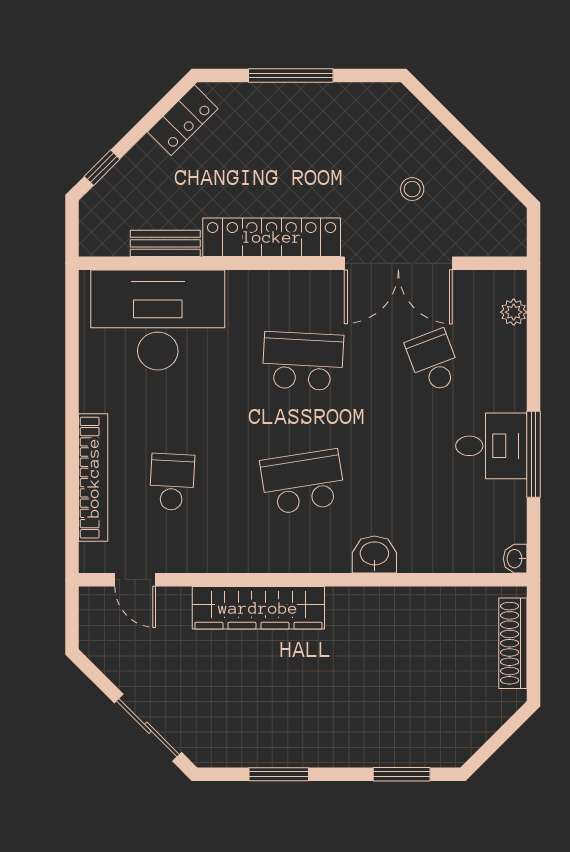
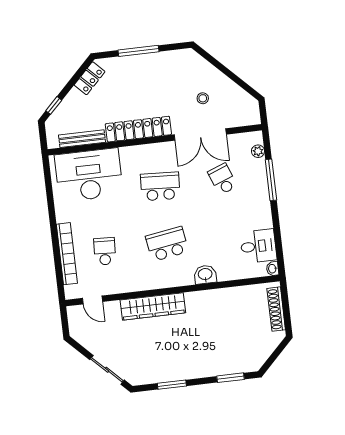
bench: (165, 243) -> (82, 139), width x1.36
desk: (491, 446) -> (258, 246), moved
window: (534, 454) -> (271, 180), moved

